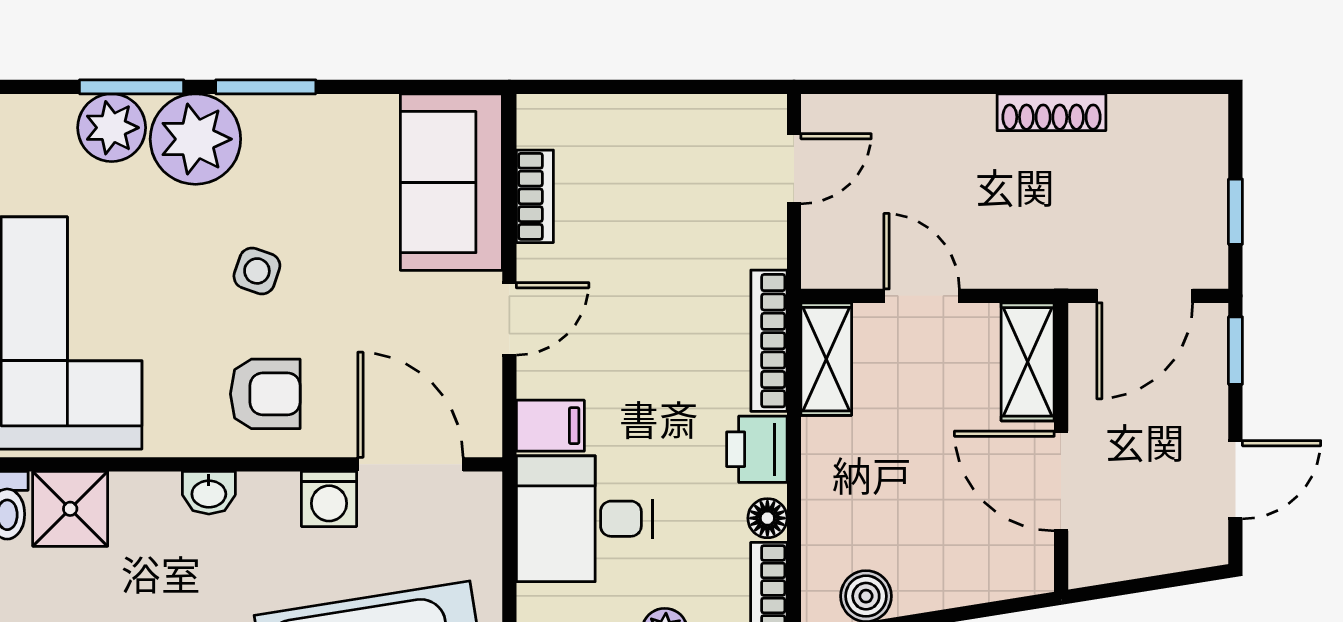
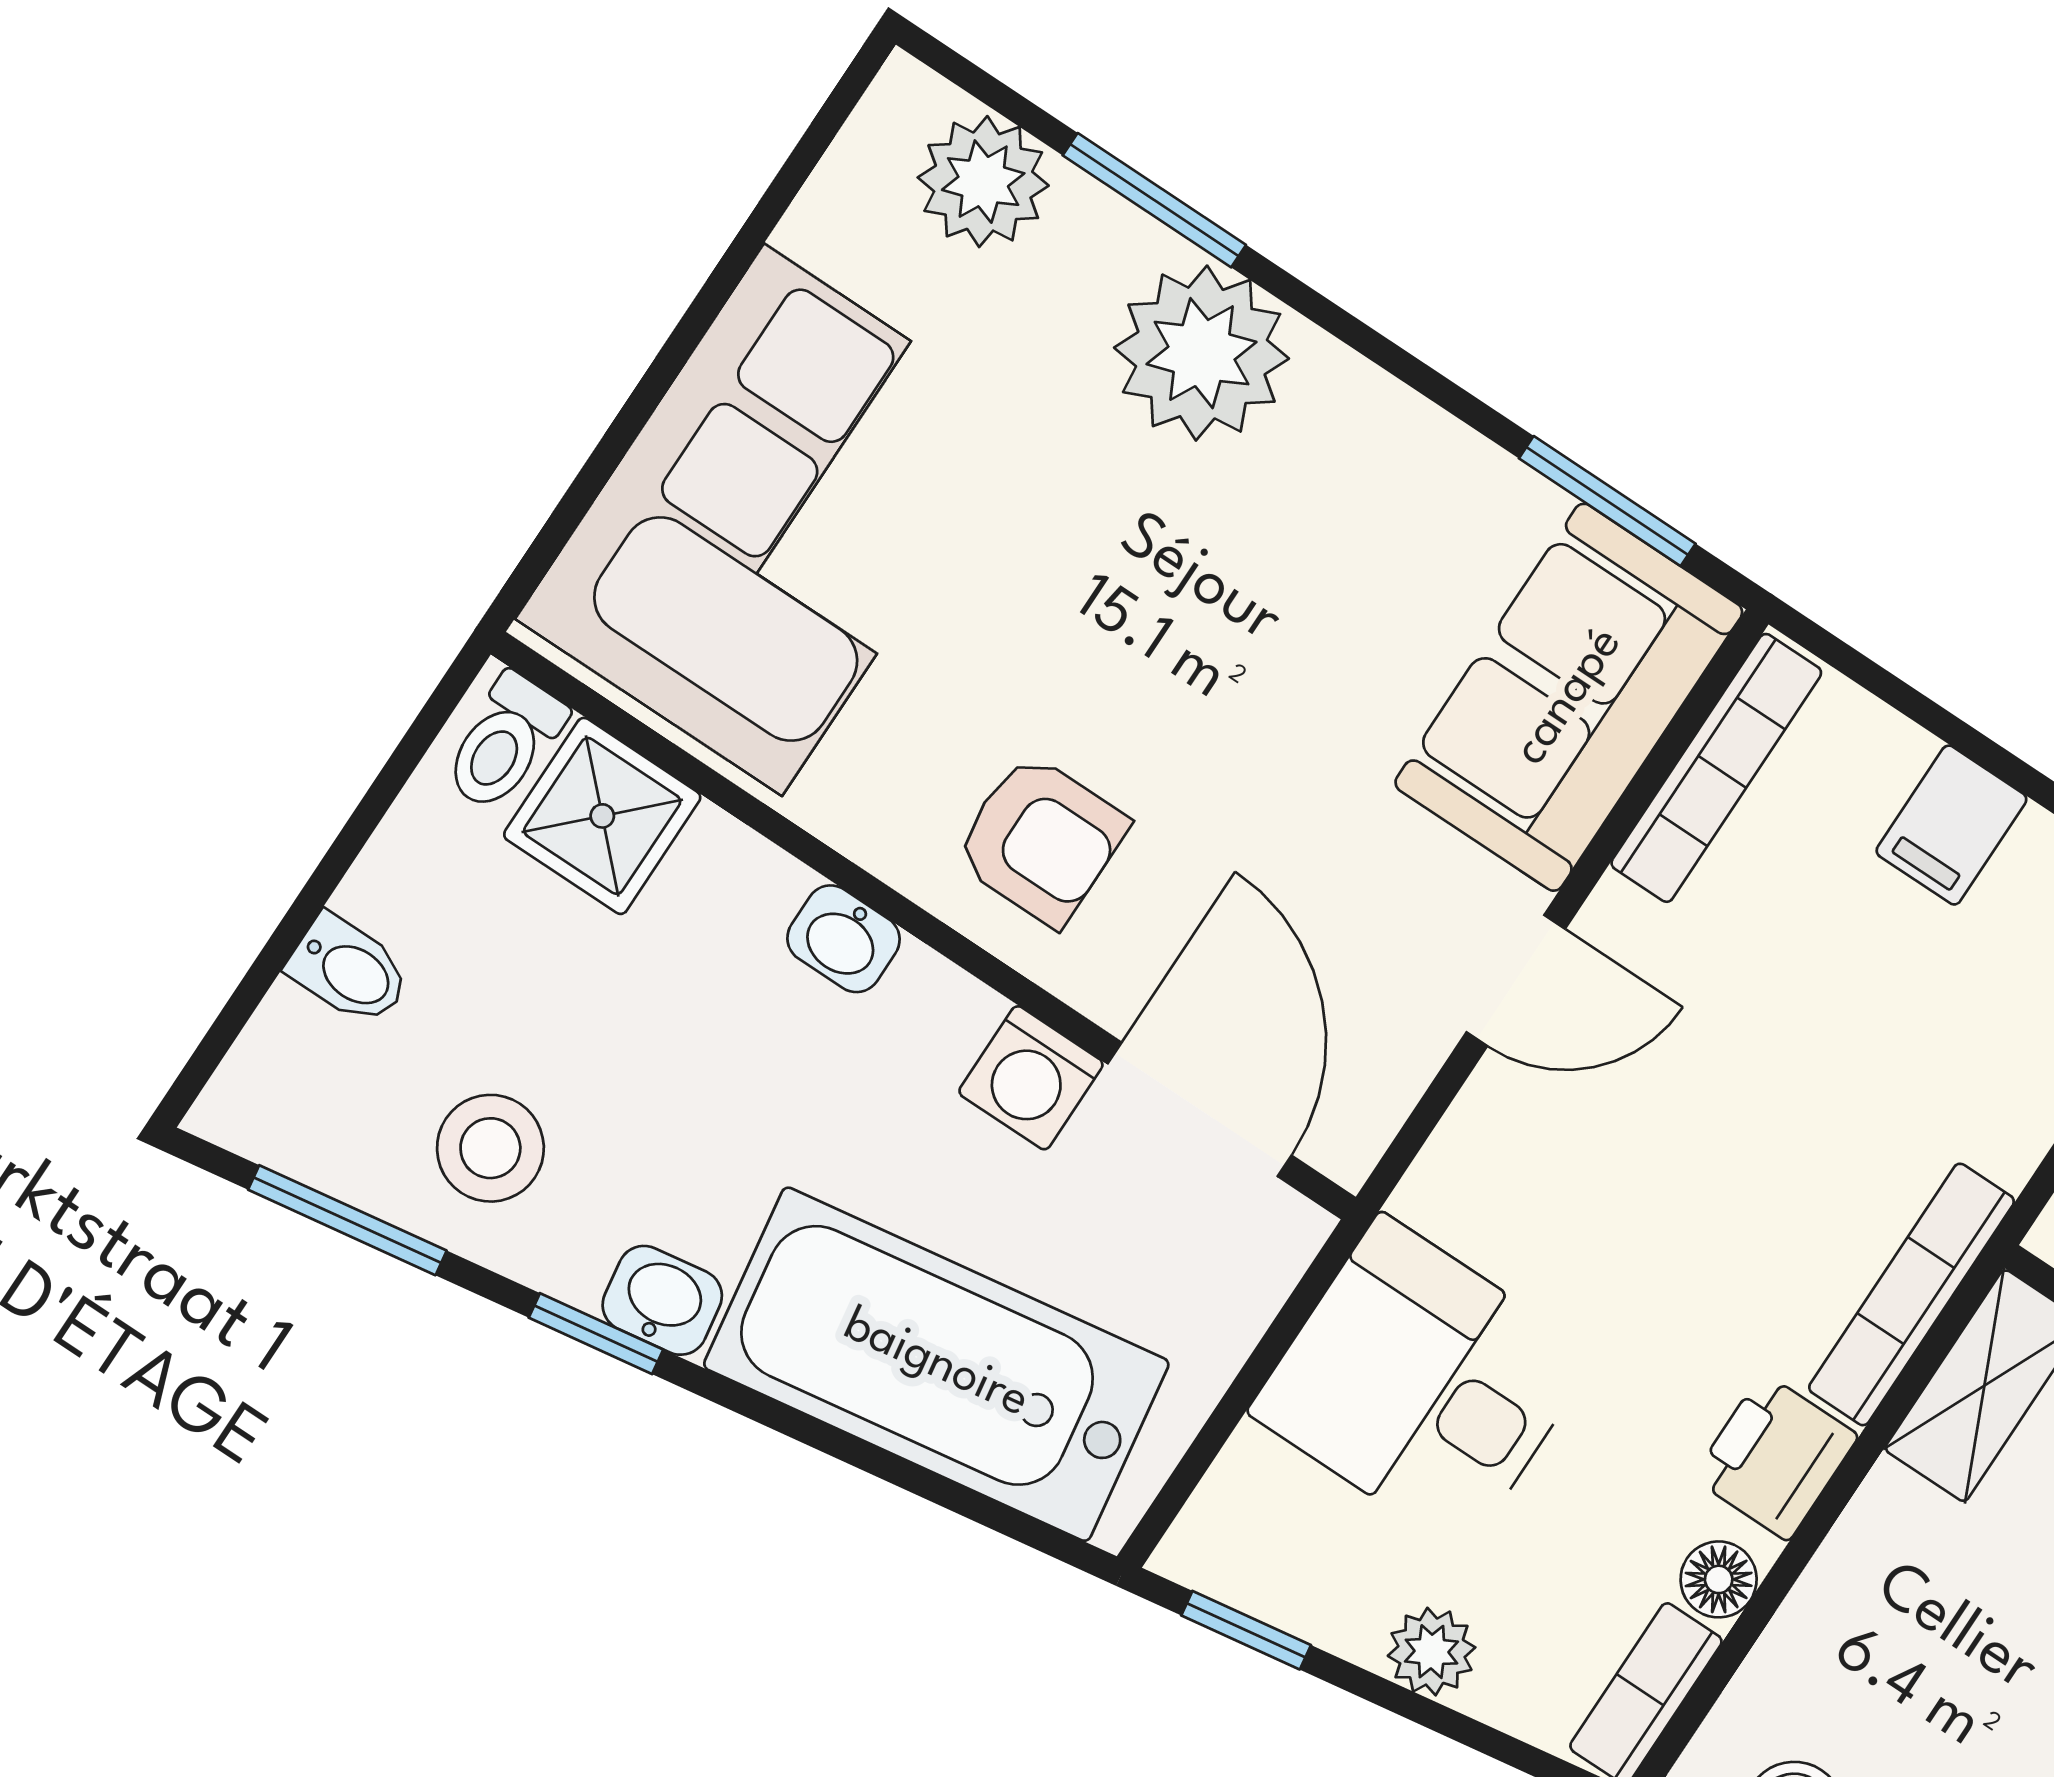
window: (266, 87) -> (1607, 501), moved
plant: (112, 128) -> (983, 182), moved
bookcase: (535, 196) -> (1716, 768), width x1.56
side table: (257, 271) -> (1159, 632), removed
filing cabinet: (550, 426) -> (1951, 825), moved, turned 90

